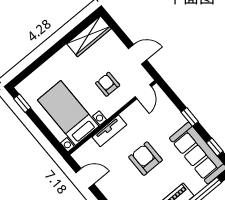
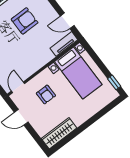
tv unit: (109, 131) -> (64, 44), moved
armchair: (145, 159) -> (25, 21), moved, turned -90

